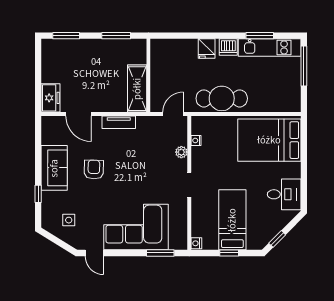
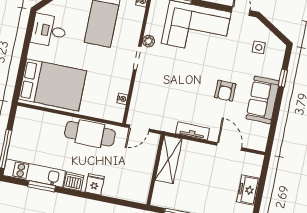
freezer: (50, 98) -> (248, 190), moved
plant: (181, 152) -> (149, 41), moved

